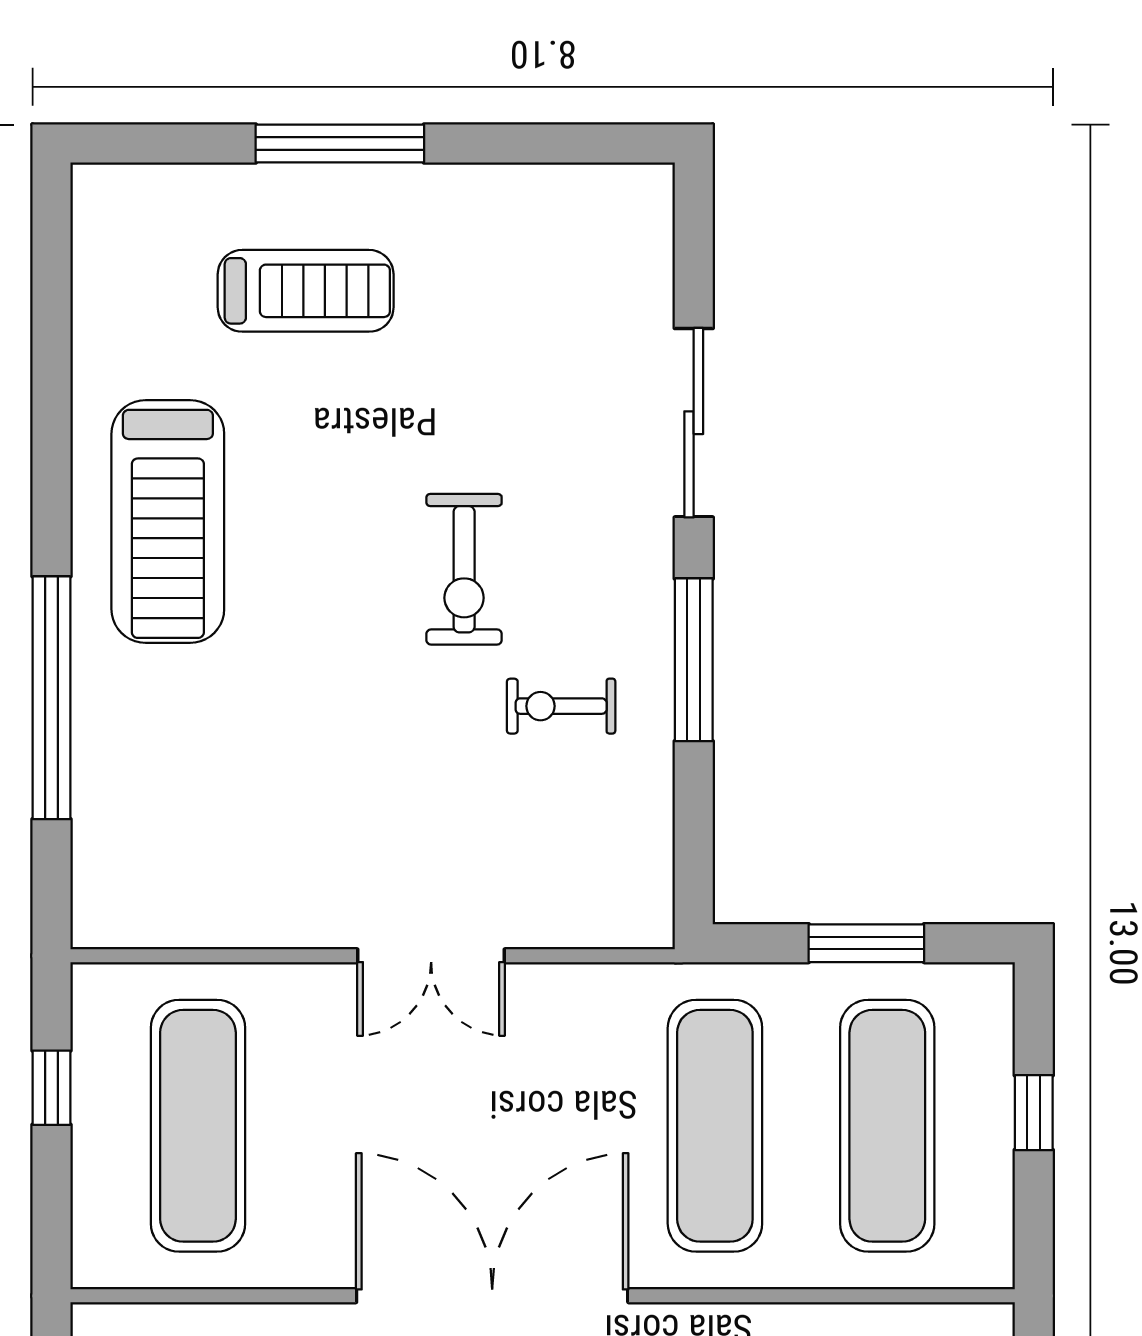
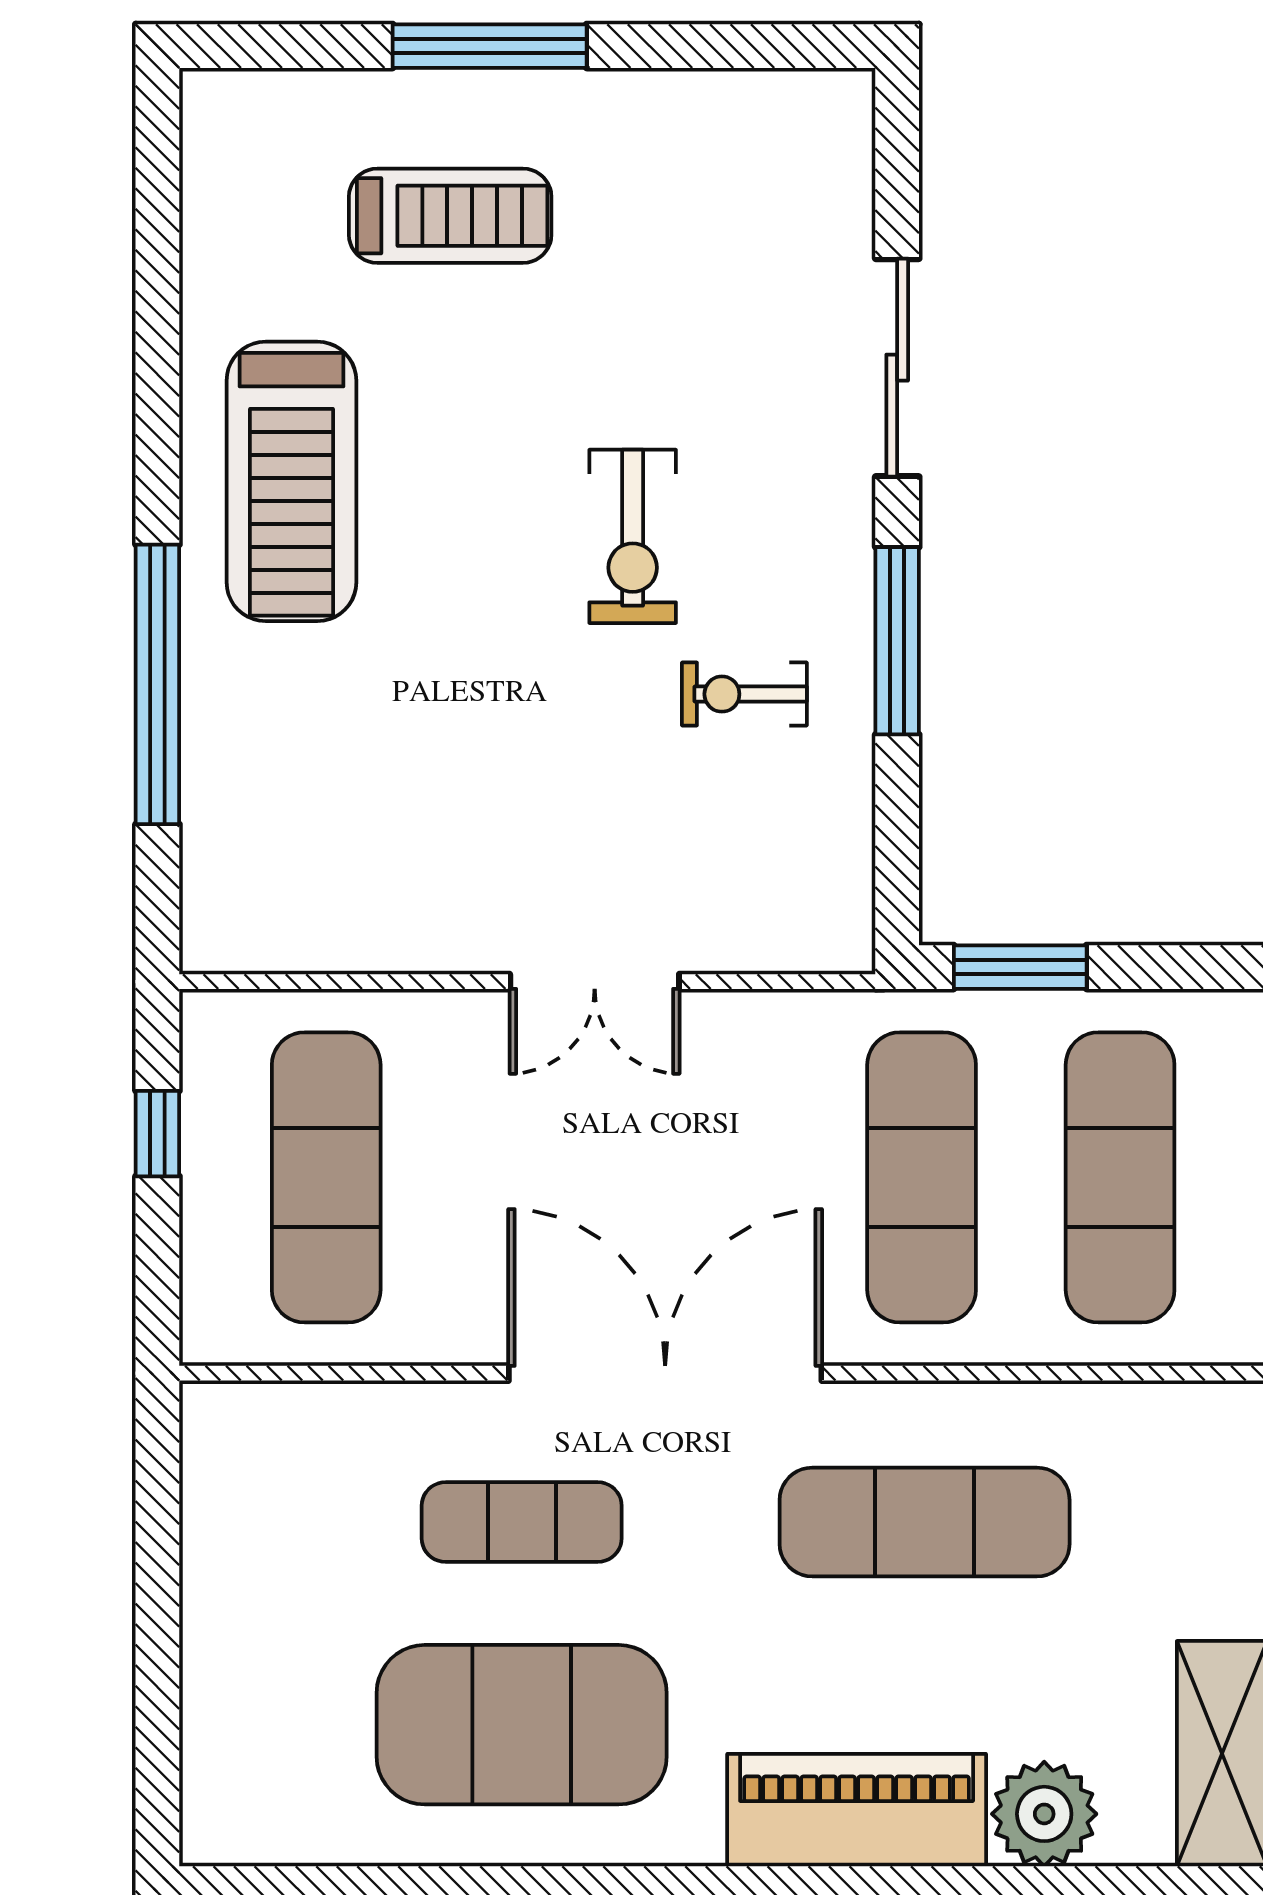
window: (866, 943) -> (1020, 967), moved

